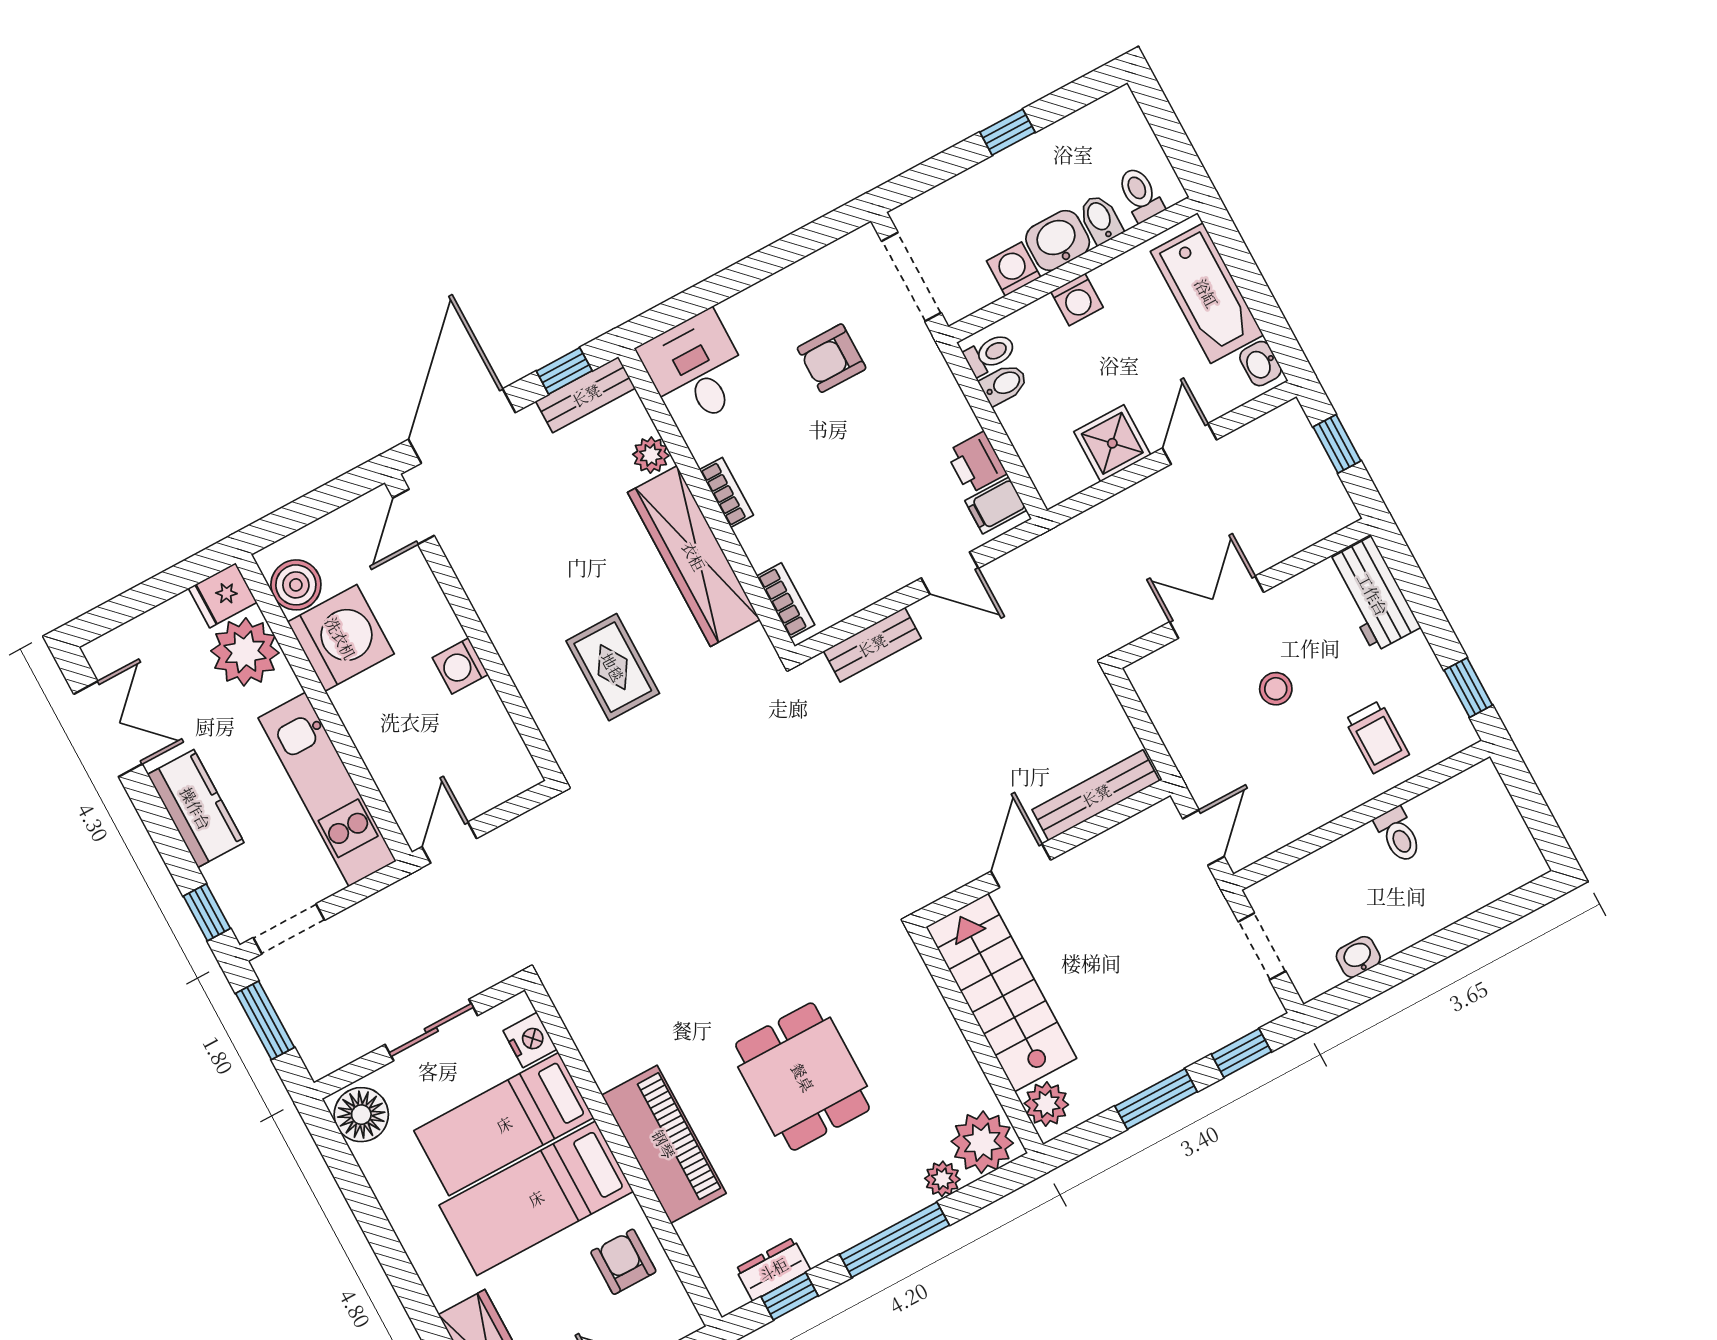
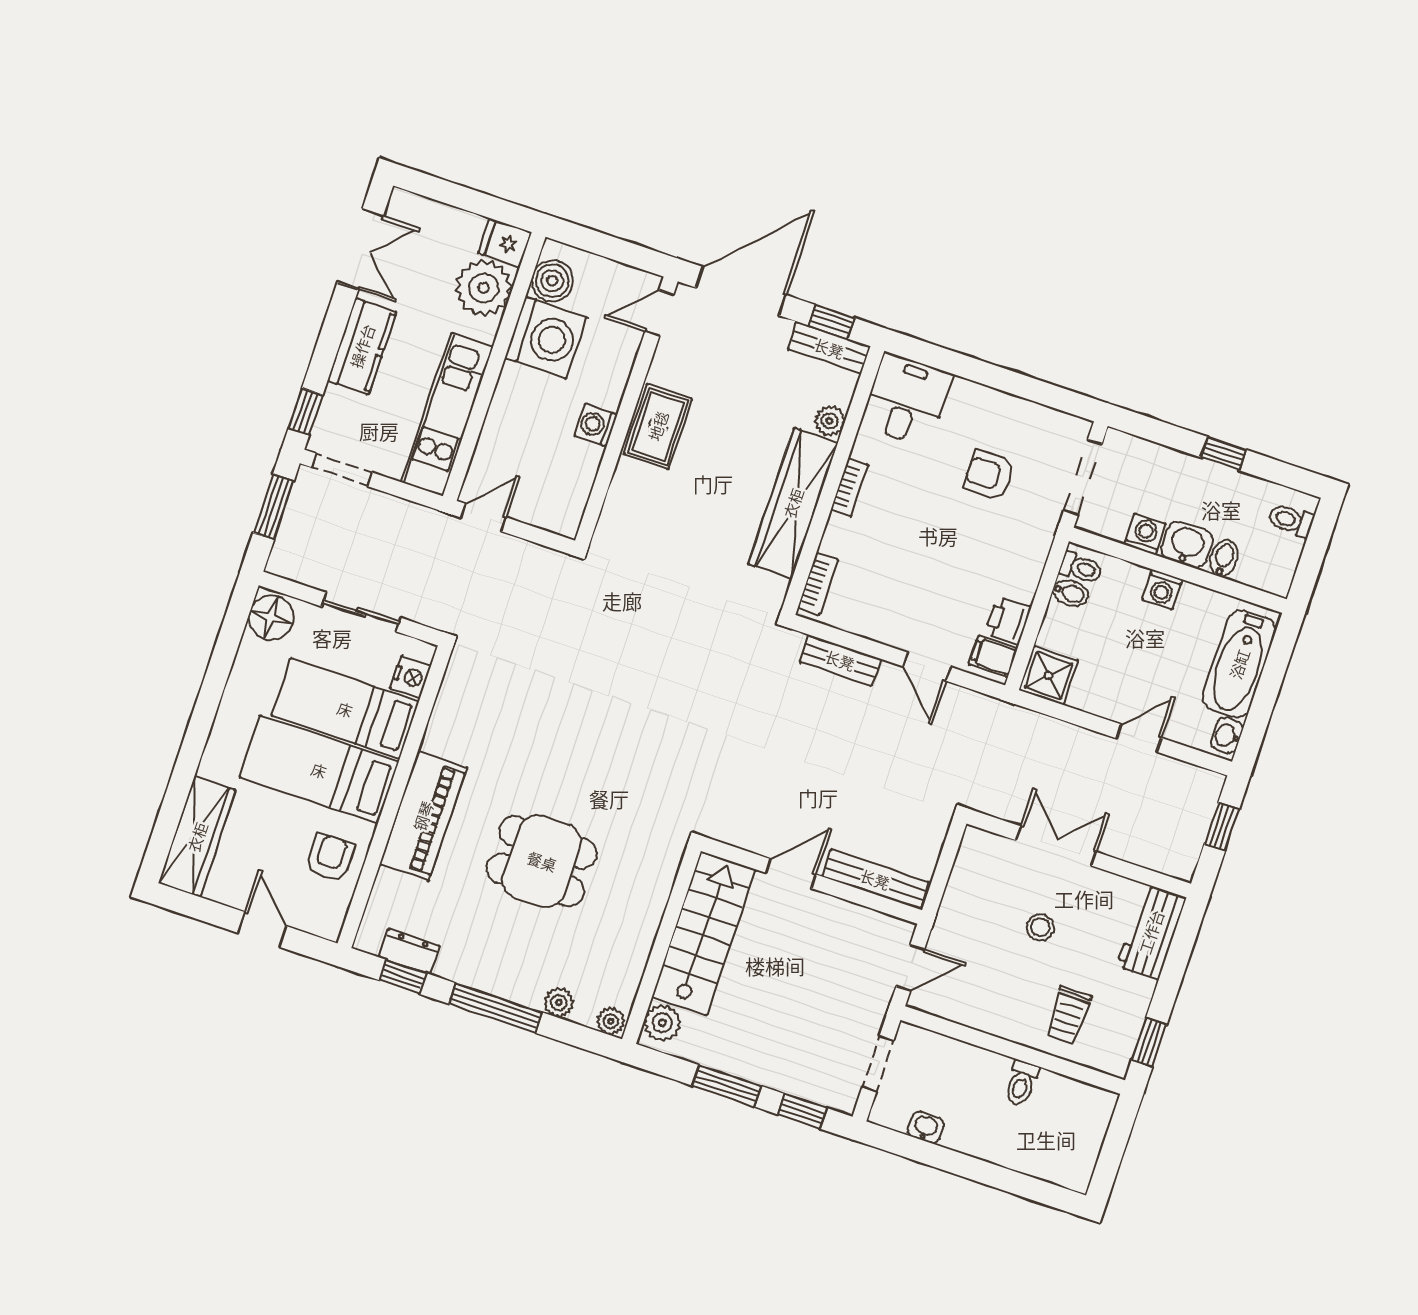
toilet: (1140, 194) -> (1291, 520), moved, turned -90
shower: (1112, 443) -> (1049, 675), moved
rug: (613, 667) -> (658, 426), moved
dining table: (803, 1077) -> (542, 861), turned 90
plant: (982, 1142) -> (611, 1021), width x0.53, depth x0.53

